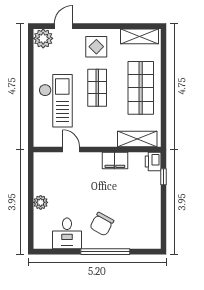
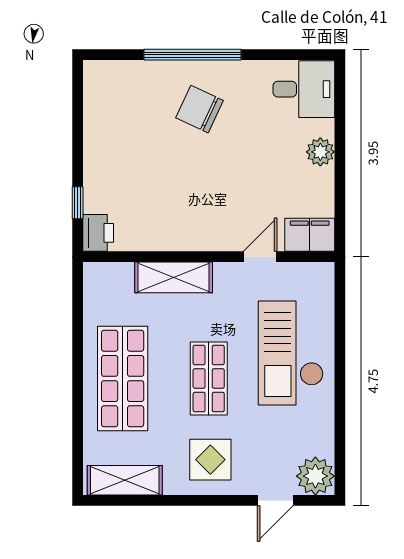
shelving: (137, 139) -> (174, 277), moved
door: (71, 149) -> (260, 257), swing flipped
filing cabinet: (115, 161) -> (310, 235), moved
chair: (102, 224) -> (199, 109), turned -94
desk: (67, 233) -> (304, 89), moved, turned 90

